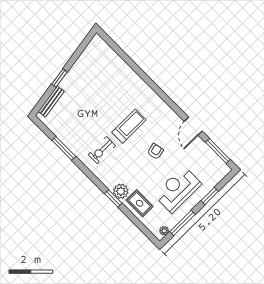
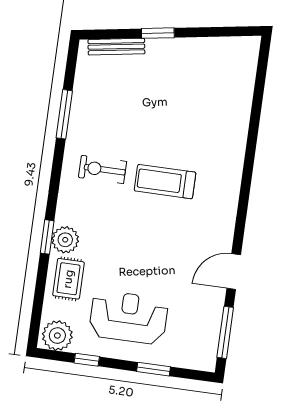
treadmill: (129, 126) -> (165, 182), turned 180
armchair: (155, 151) -> (158, 246), removed
window: (182, 223) -> (87, 360), width x0.46
plant: (164, 231) -> (57, 336), width x1.88, depth x1.88

